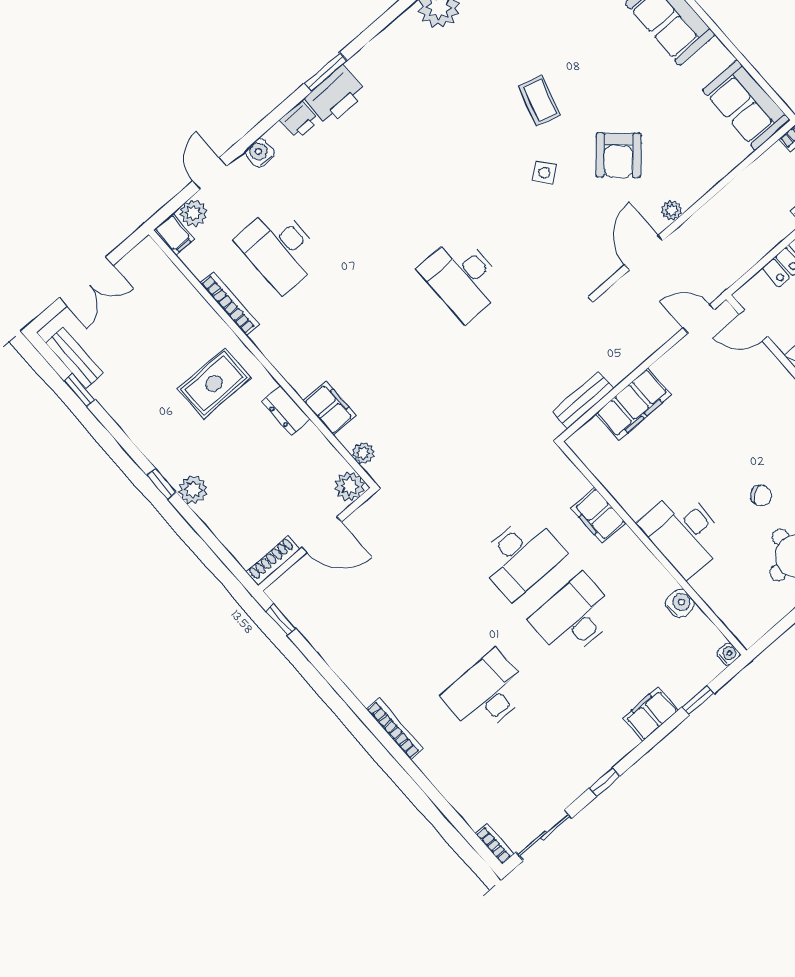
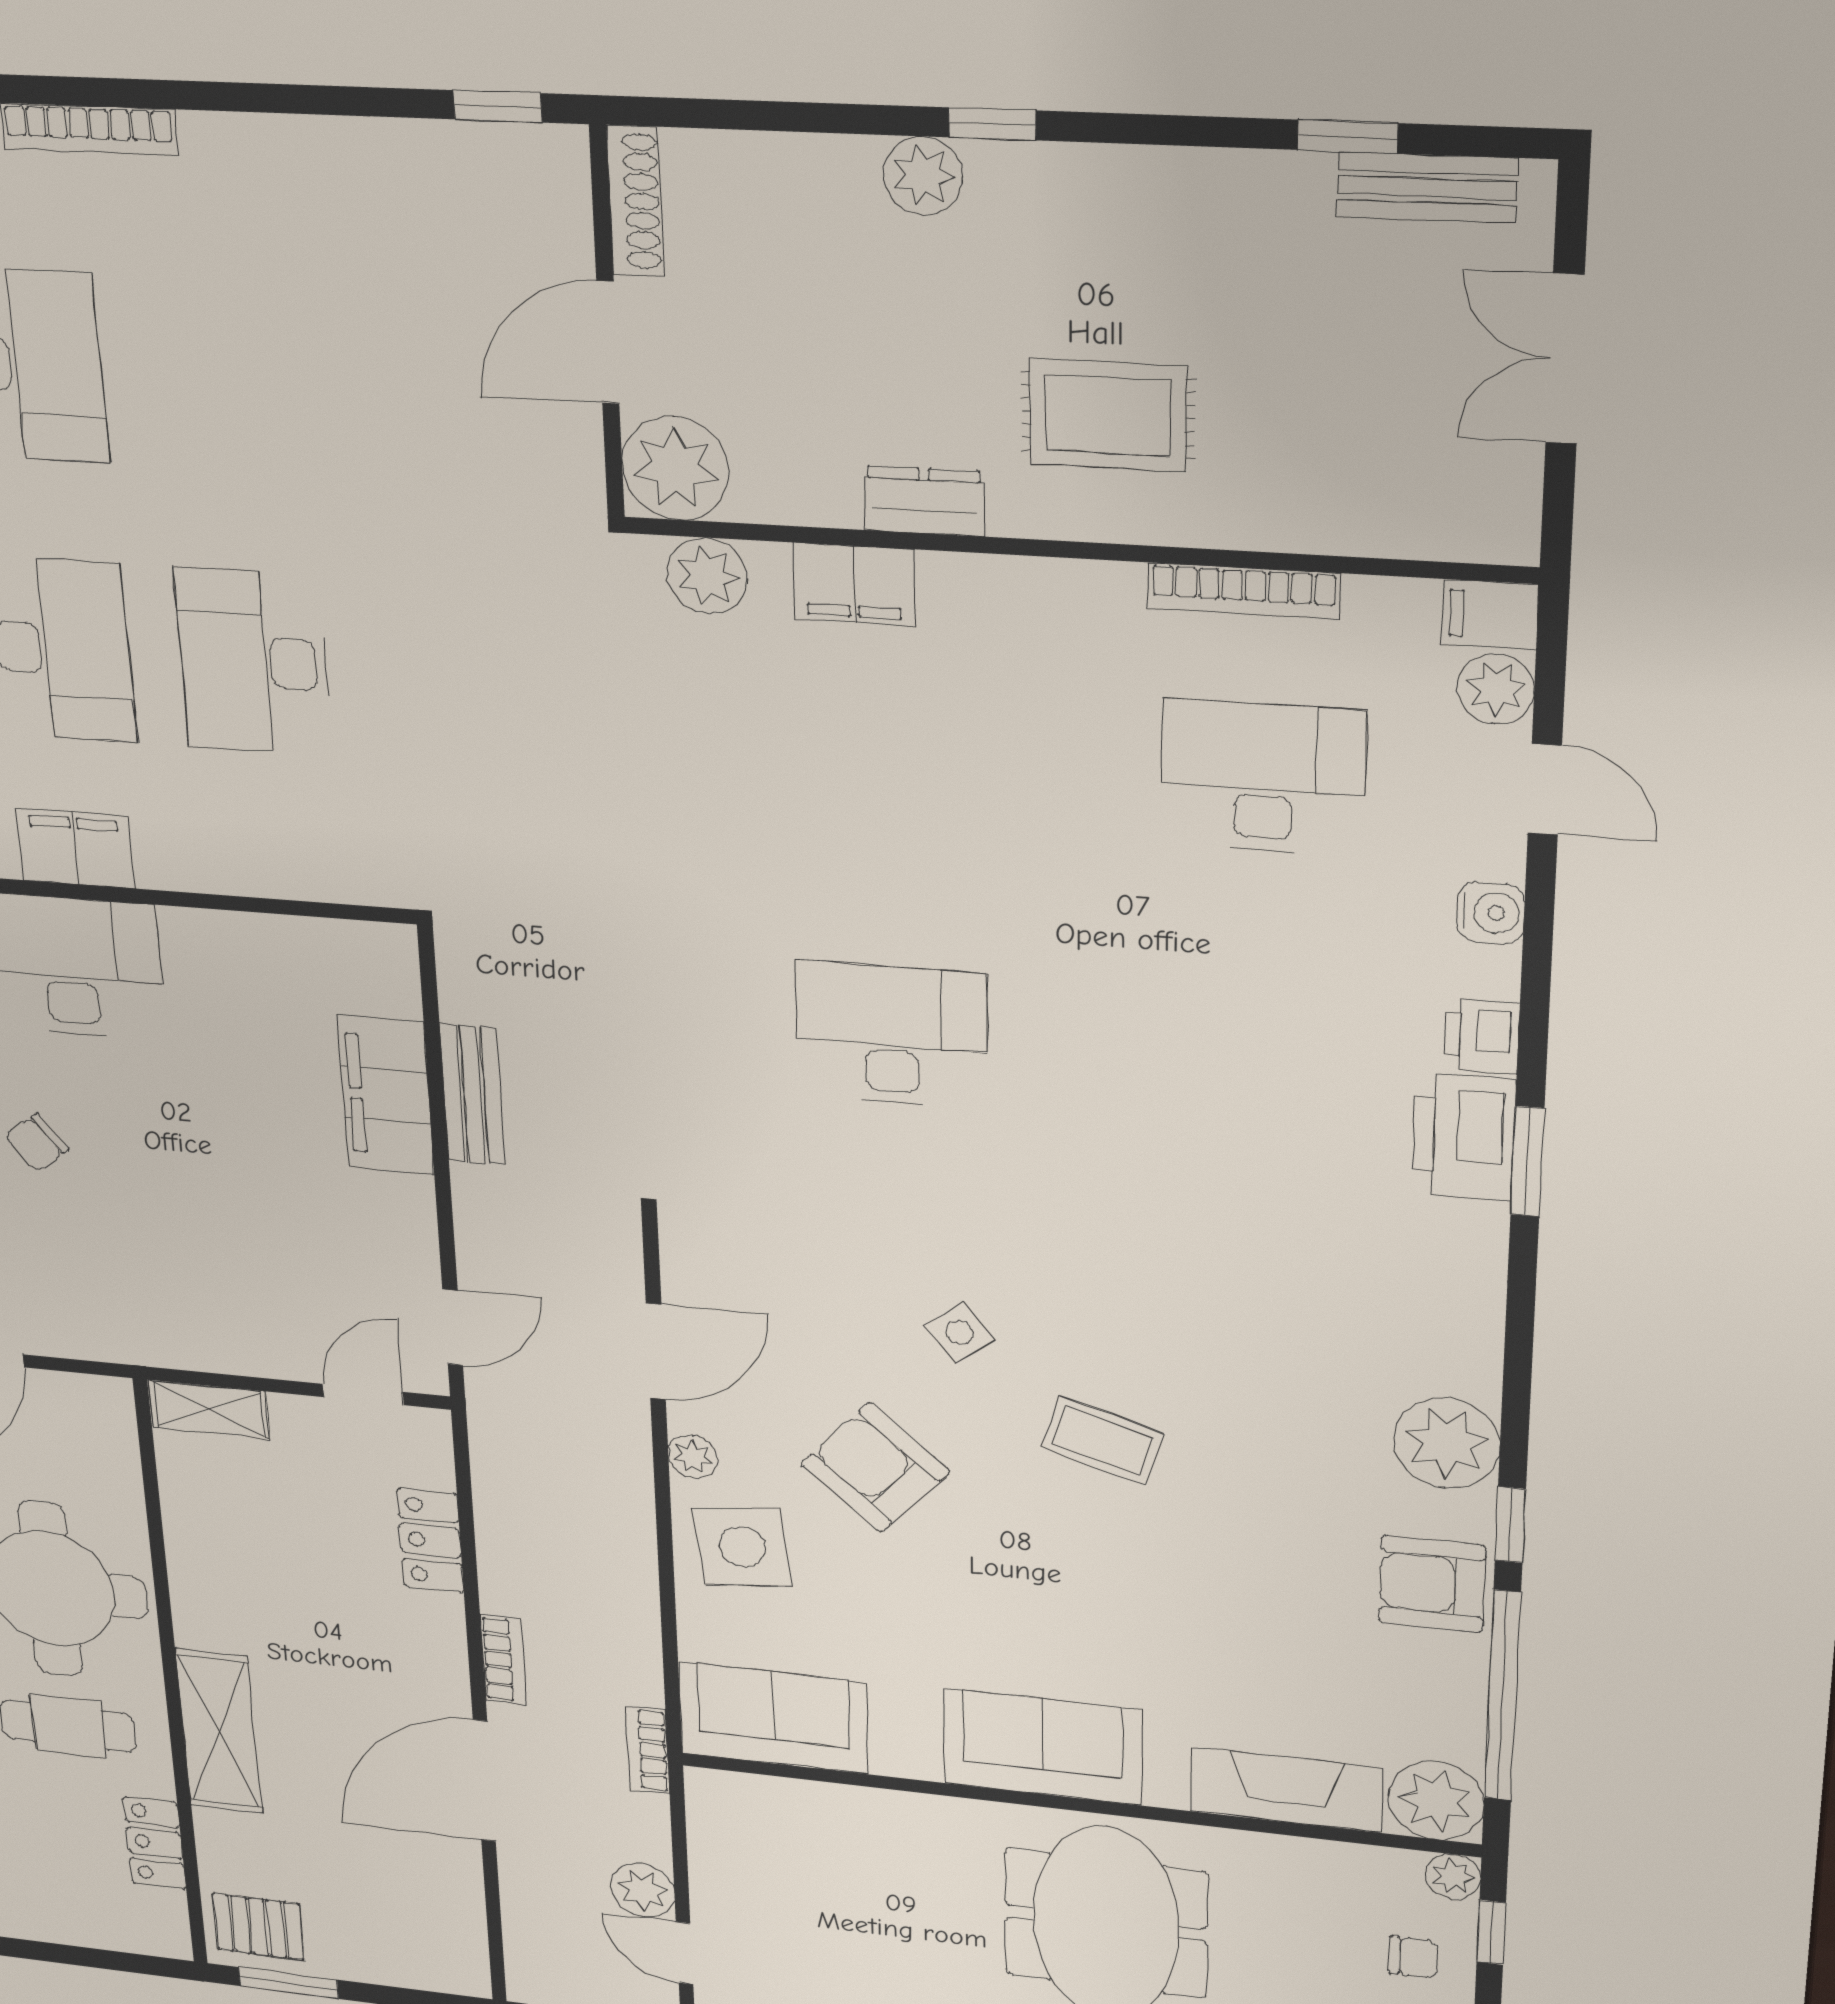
side table: (690, 168) -> (743, 1547), added
door: (644, 253) -> (656, 1351), hinge flipped
rug: (214, 383) -> (1108, 415), turned 90
bench: (583, 400) -> (472, 1095), moved
plant: (363, 453) -> (707, 576), width x1.38, depth x1.38
plant: (349, 486) -> (675, 468), width x1.36, depth x1.36
filing cabinet: (598, 515) -> (76, 848), moved

